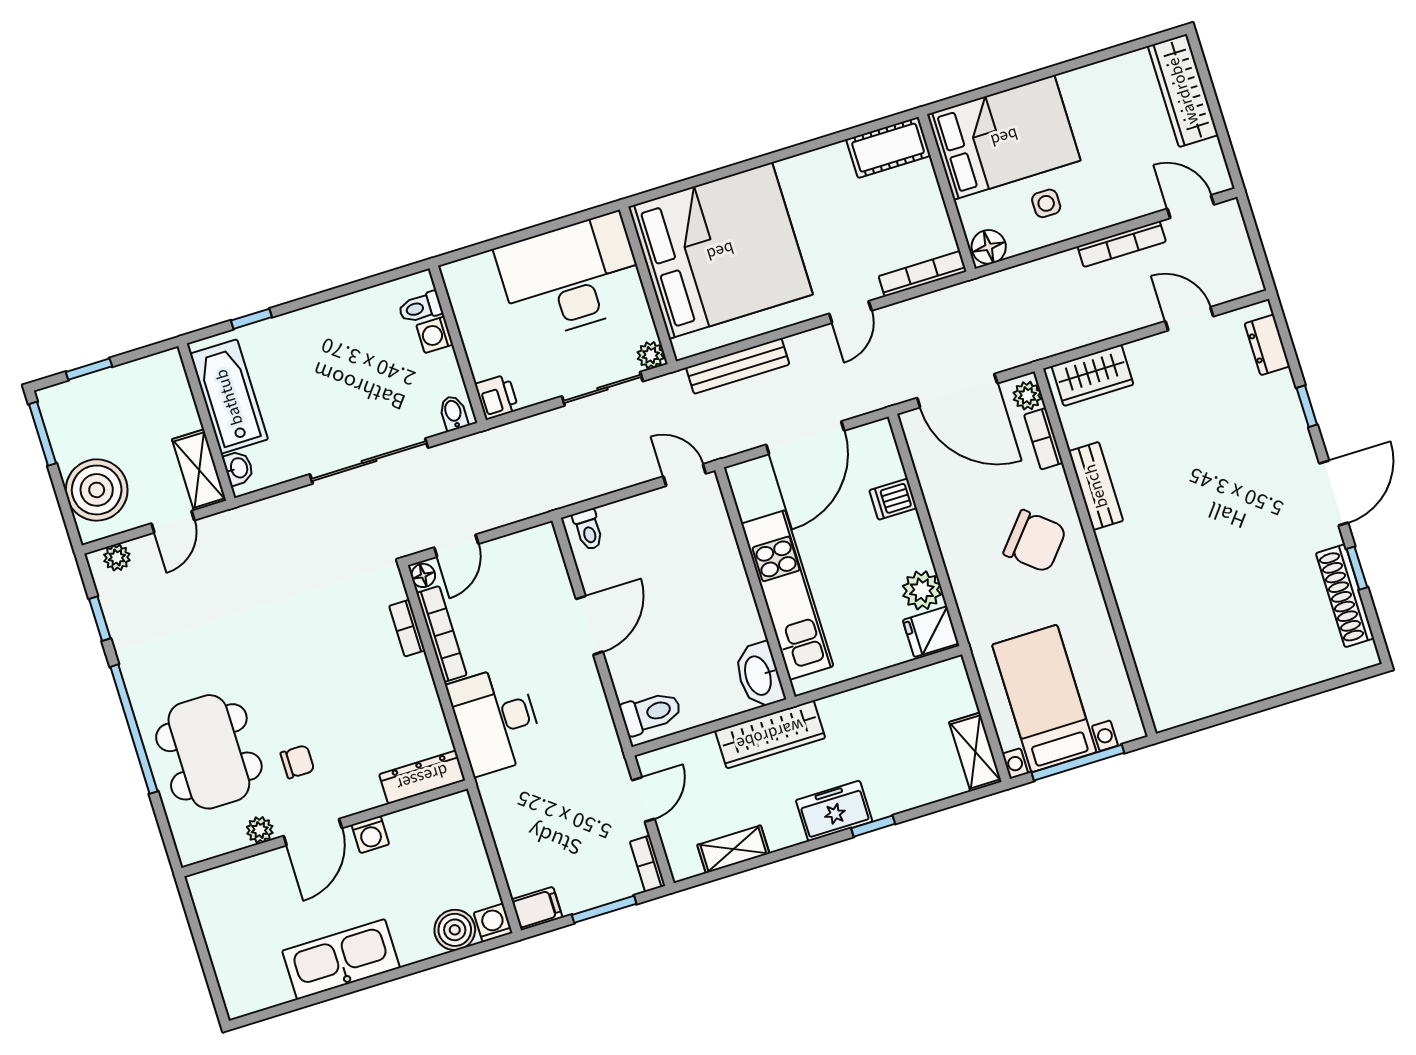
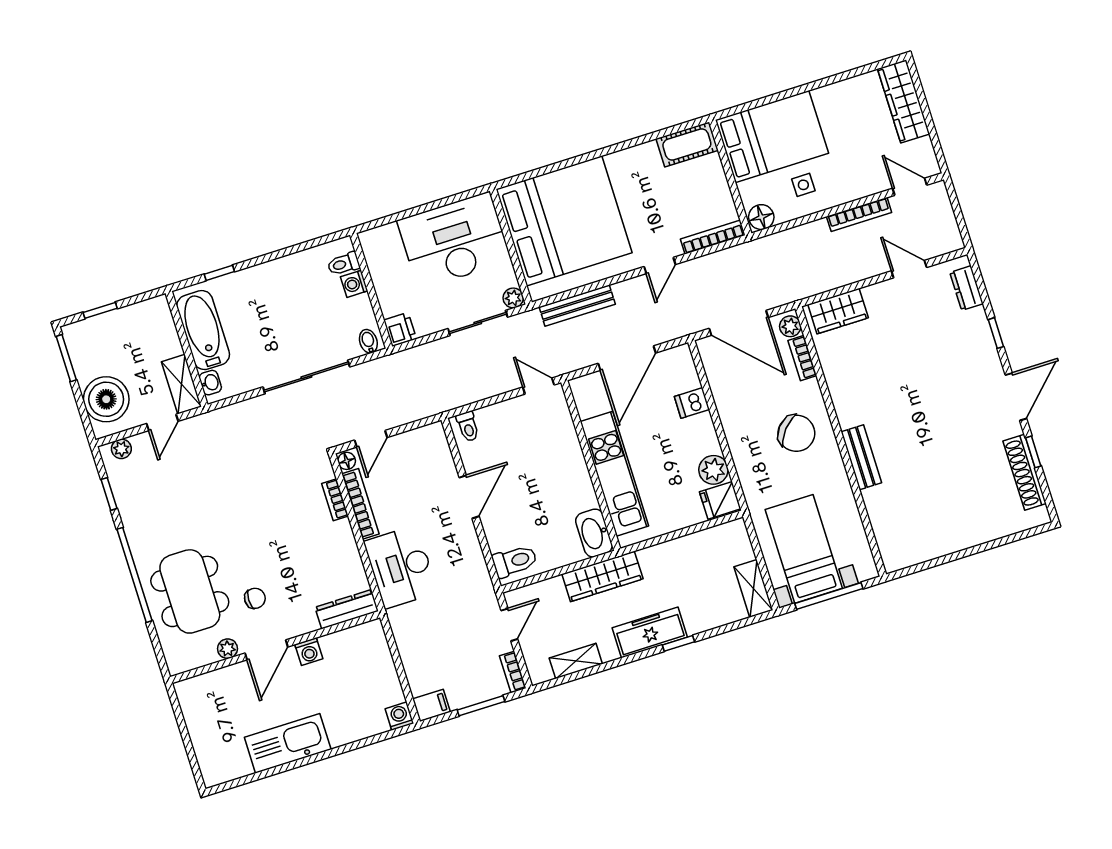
bench: (1096, 486) -> (861, 457), moved
freezer: (834, 811) -> (650, 632), width x1.40
boiler: (455, 930) -> (371, 721), removed

